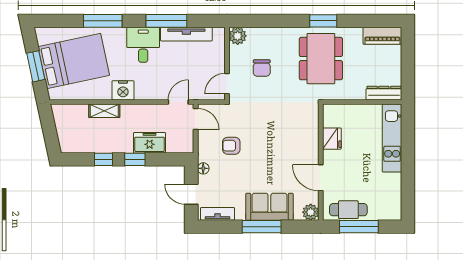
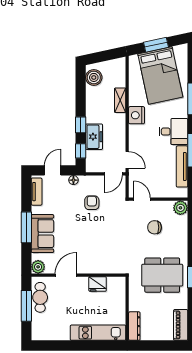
boiler: (76, 143) -> (94, 77), added
window: (103, 159) -> (81, 151), moved

